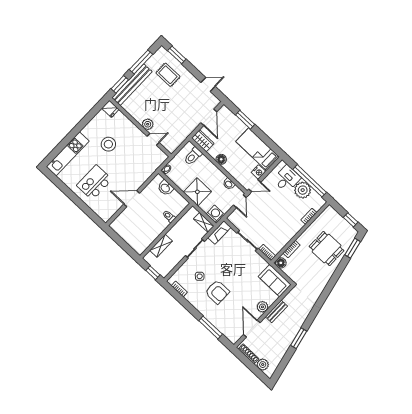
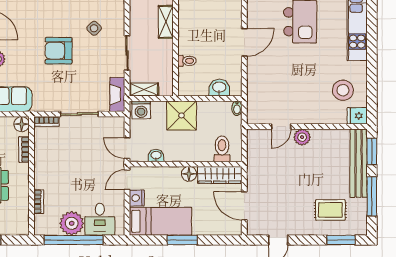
window: (245, 120) -> (182, 240), moved
wardrobe: (203, 141) -> (220, 175), width x1.50
stool: (108, 144) -> (343, 90), moved
armchair: (217, 292) -> (59, 51), moved

